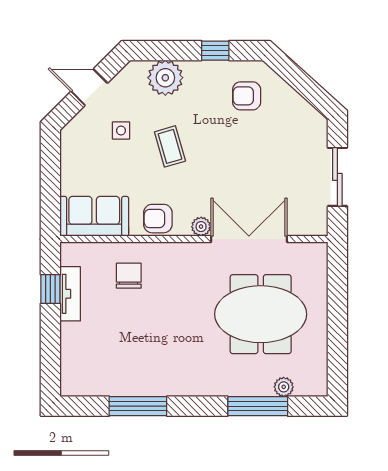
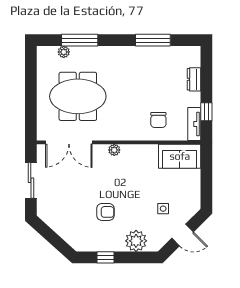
armchair: (247, 96) -> (105, 212), moved
coffee table: (170, 146) -> (133, 199), removed
armchair: (158, 219) -> (141, 155), removed
double door: (249, 239) -> (69, 142), moved
tv unit: (70, 294) -> (194, 124), moved
dresser: (71, 342) -> (194, 79), added

